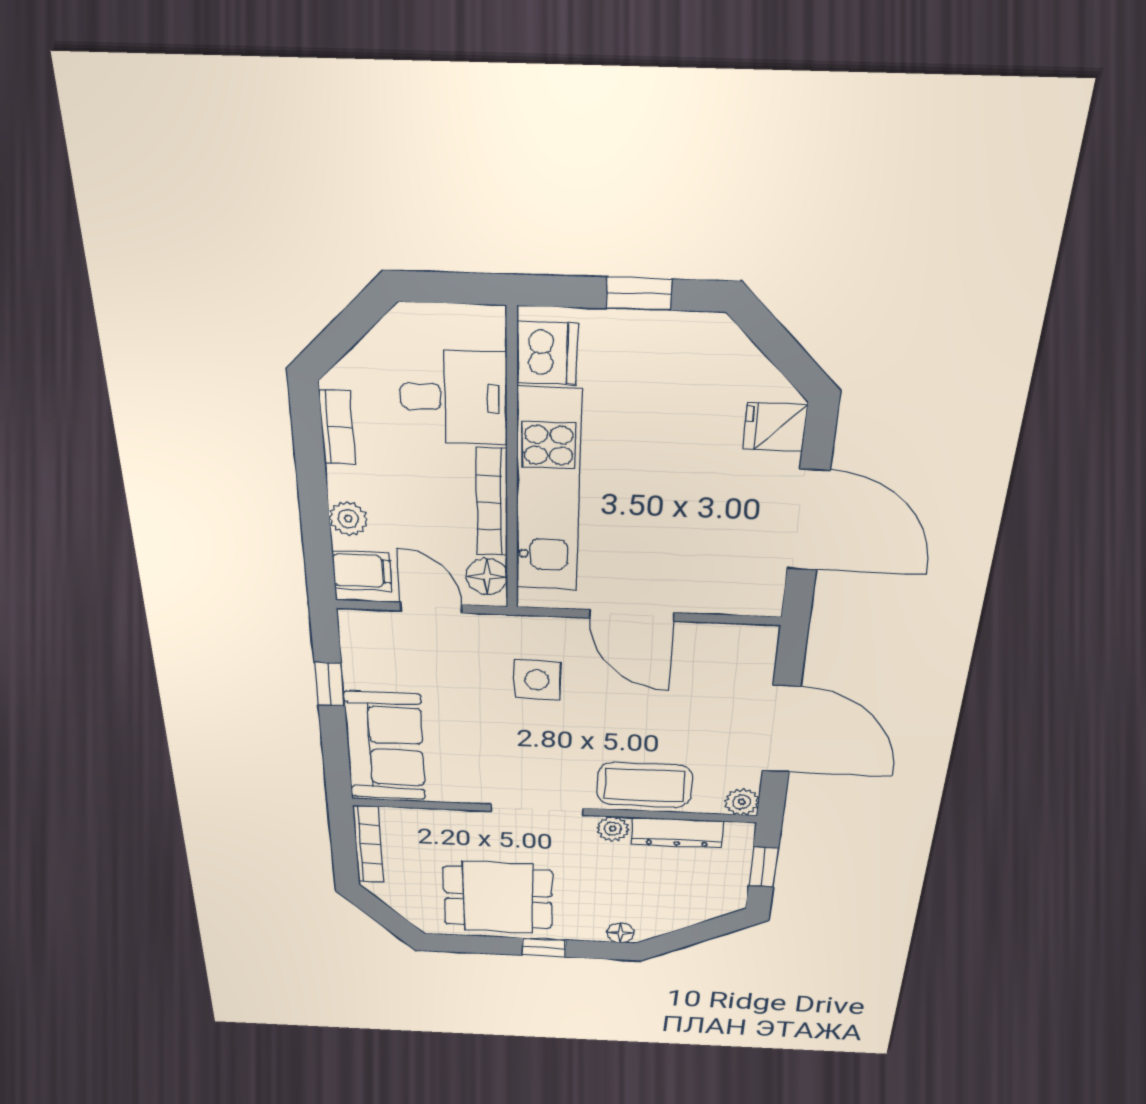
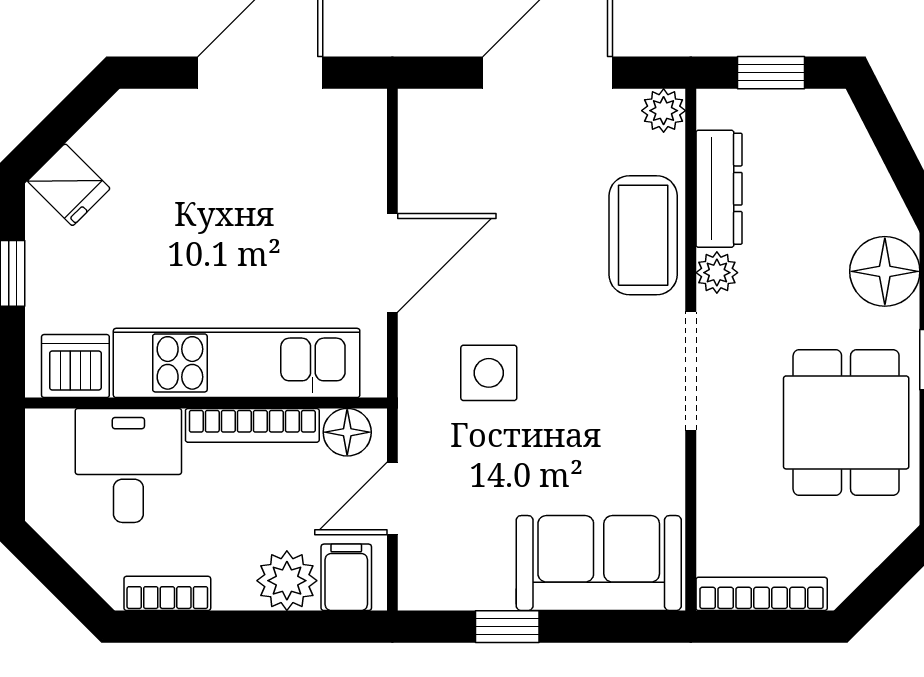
fridge: (775, 427) -> (69, 185), moved, turned -45
plant: (348, 519) -> (287, 581), width x1.38, depth x1.38
floor lamp: (620, 933) -> (885, 271), width x1.89, depth x1.89

